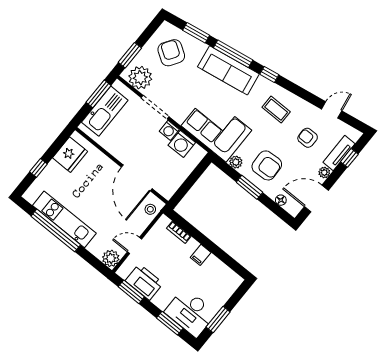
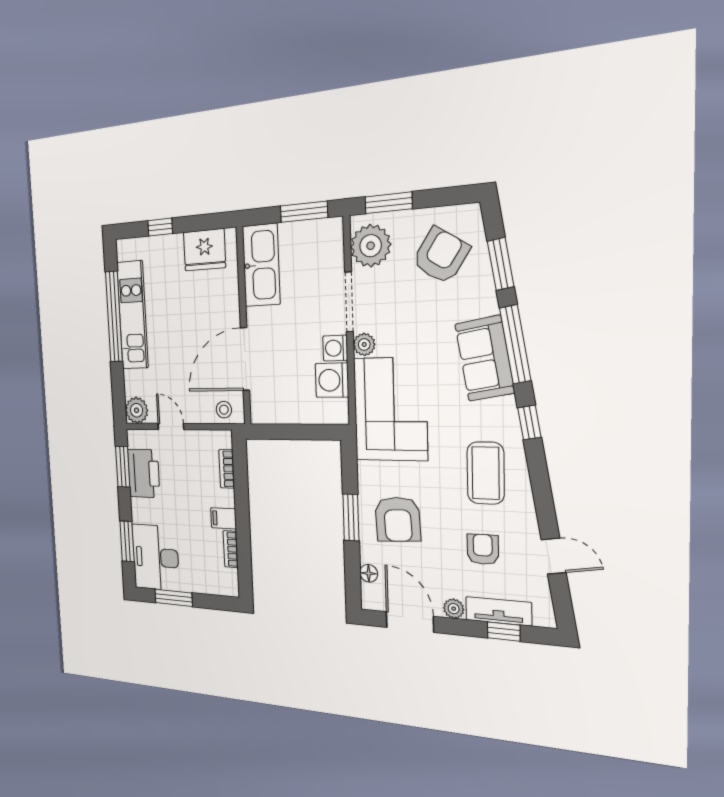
sofa: (228, 70) -> (485, 358), width x0.73
coffee table: (276, 110) -> (486, 473), width x1.36, depth x1.30
kitchen sink: (105, 111) -> (261, 265), moved, turned -90
plant: (236, 162) -> (364, 344), moved
bookcase: (218, 264) -> (231, 549), added

